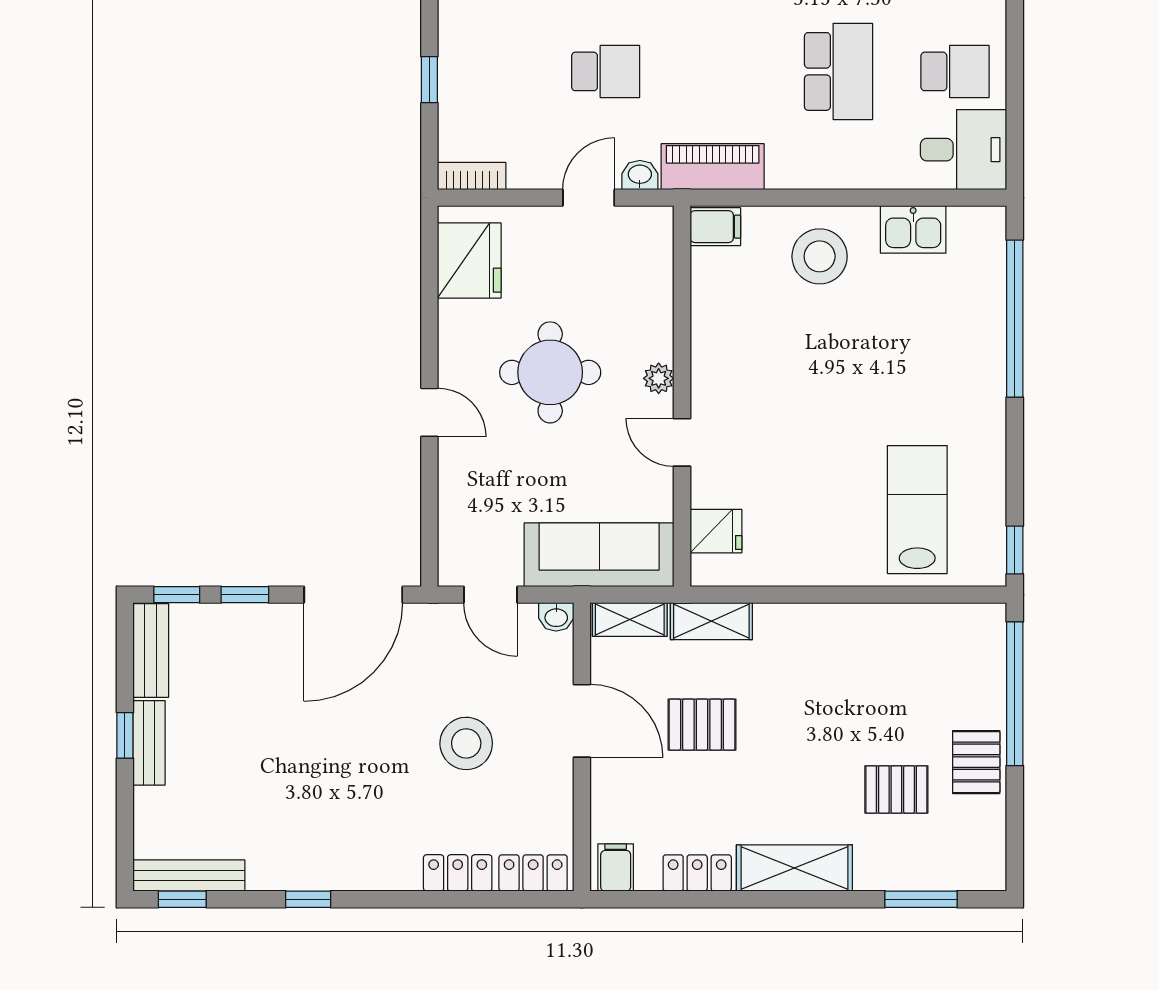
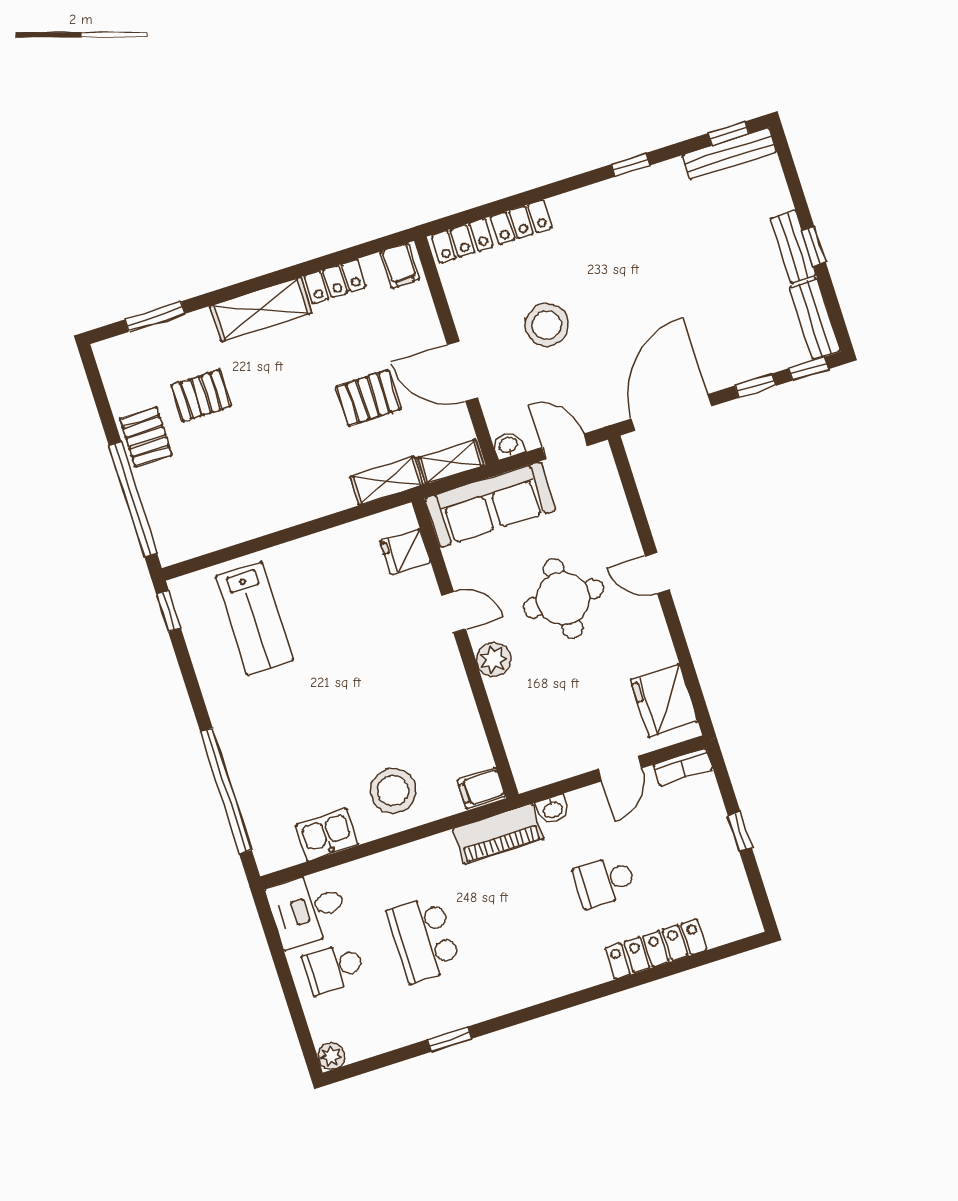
door: (589, 198) -> (620, 769), moved
round table: (550, 372) -> (563, 598), moved
plant: (659, 378) -> (494, 659), width x1.38, depth x1.38

